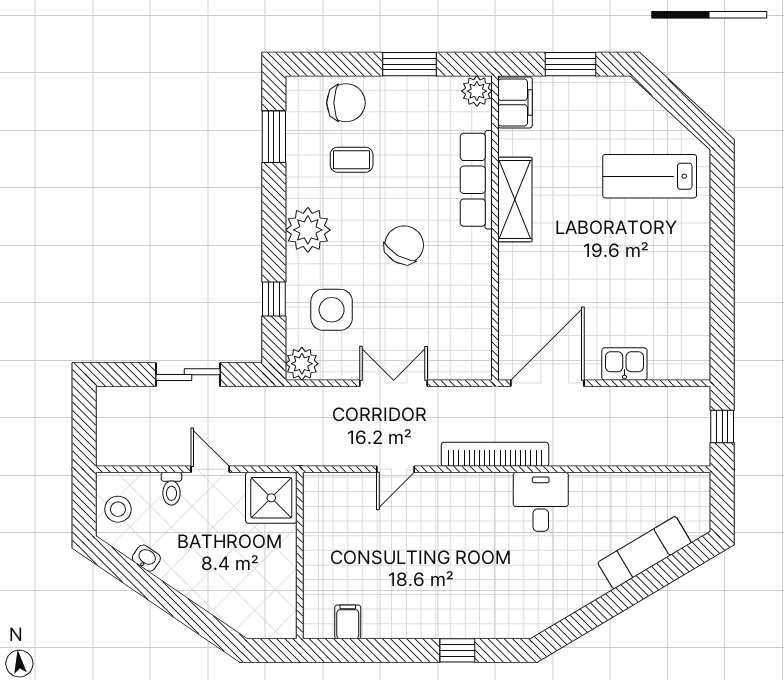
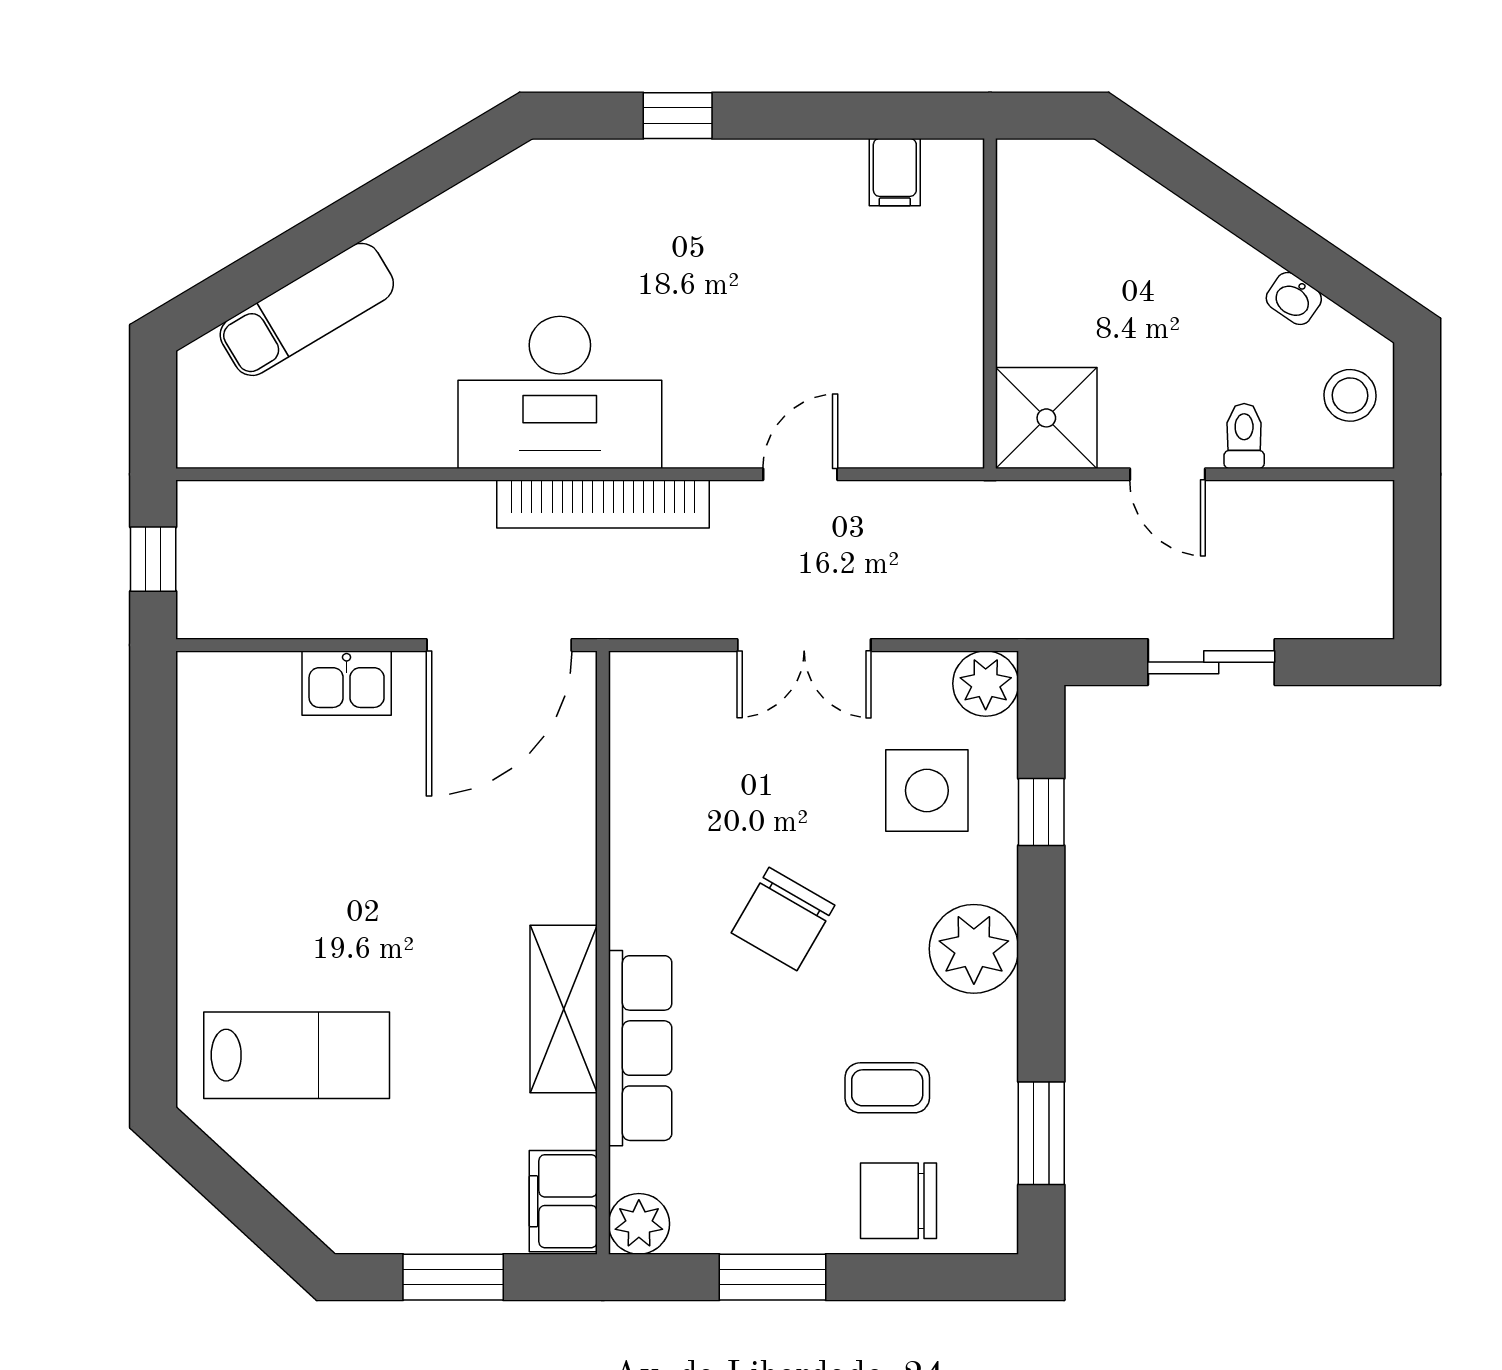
desk: (541, 502) -> (560, 392), width x1.87, depth x1.30

